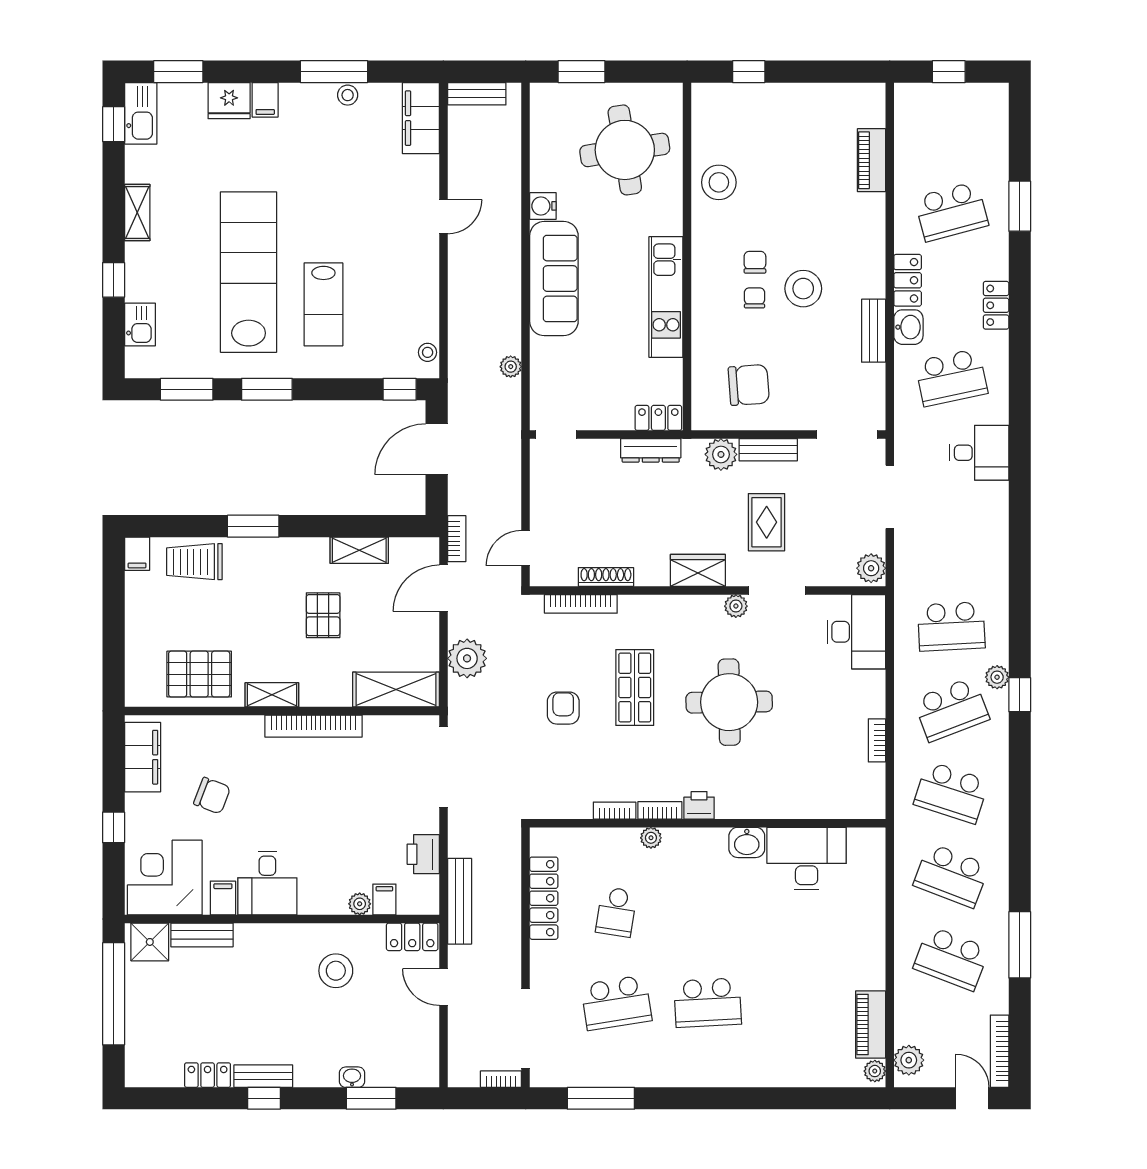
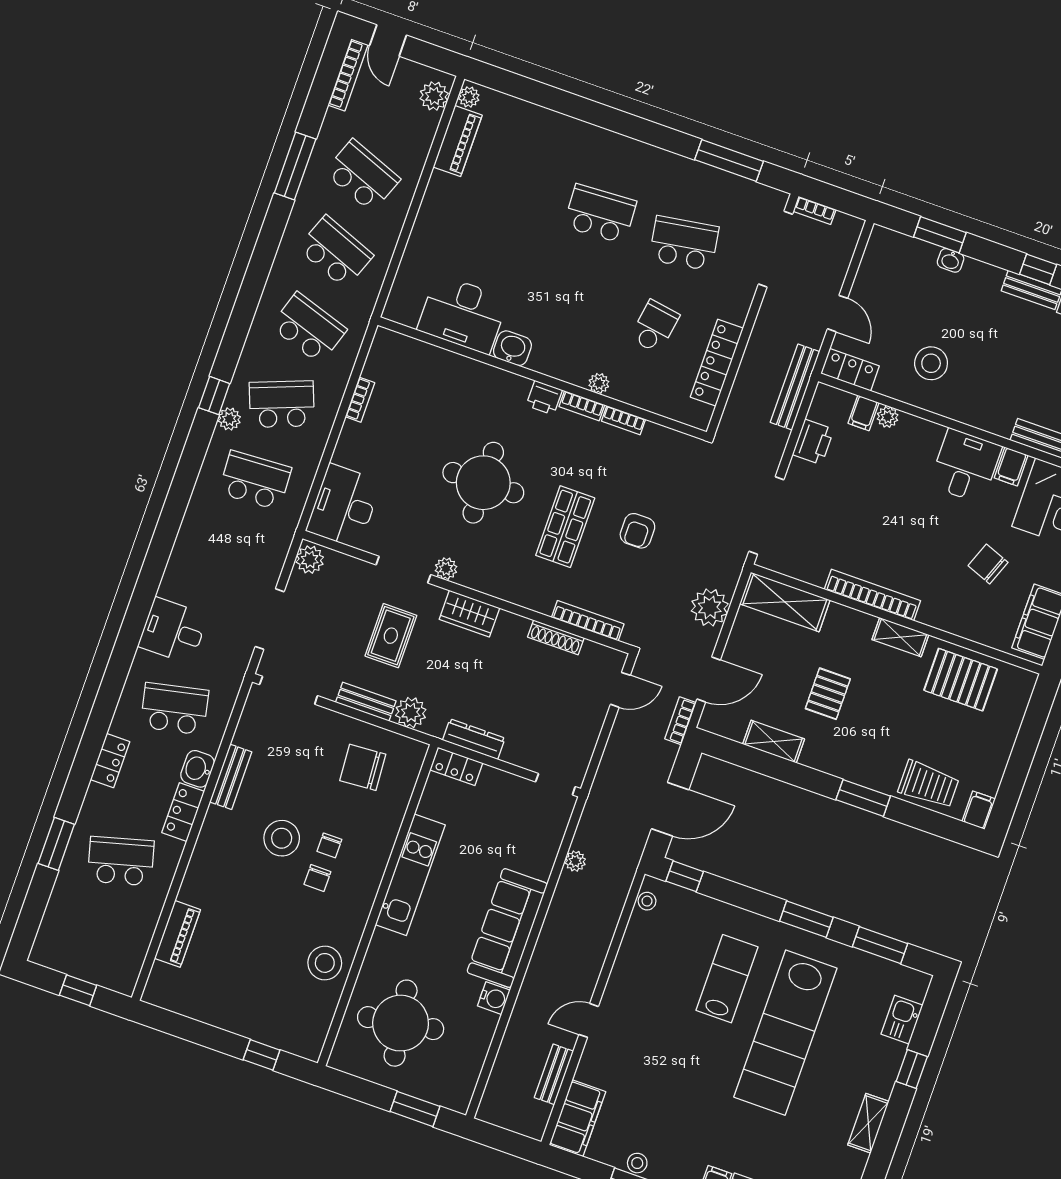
bench: (477, 94) -> (554, 1074), moved, turned 90

